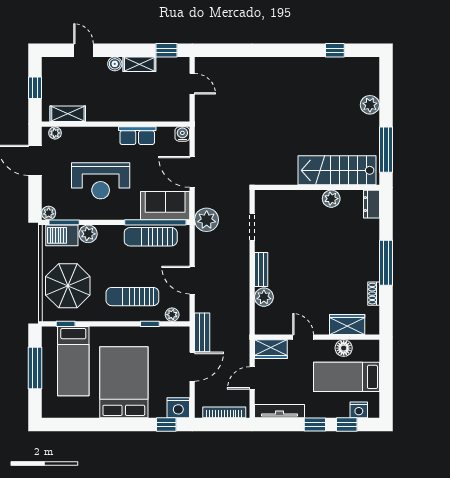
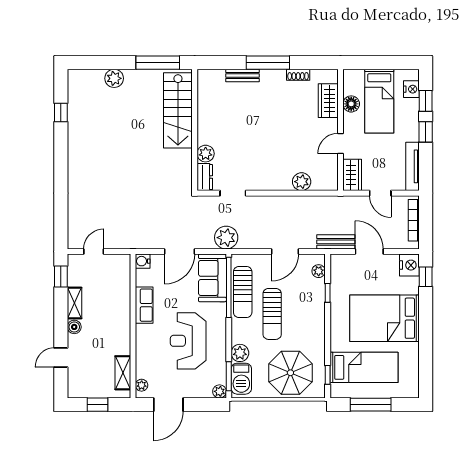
reception desk: (101, 181) -> (188, 341), turned 180
plant: (331, 199) -> (206, 154), moved
dresser: (371, 204) -> (205, 177), moved, turned -90
bench: (261, 269) -> (242, 76), moved
sun lounger: (132, 297) -> (272, 314), moved

